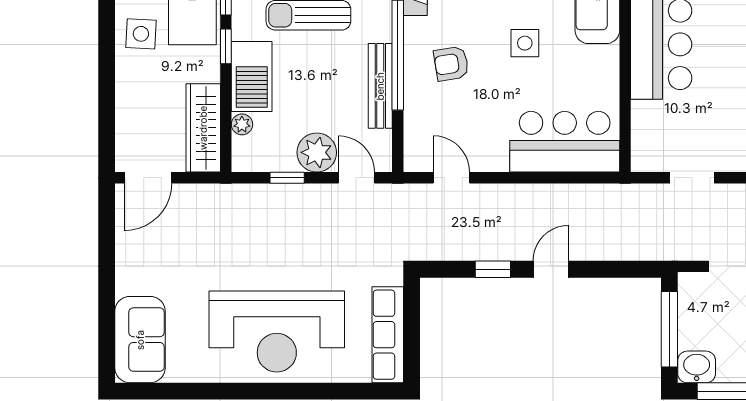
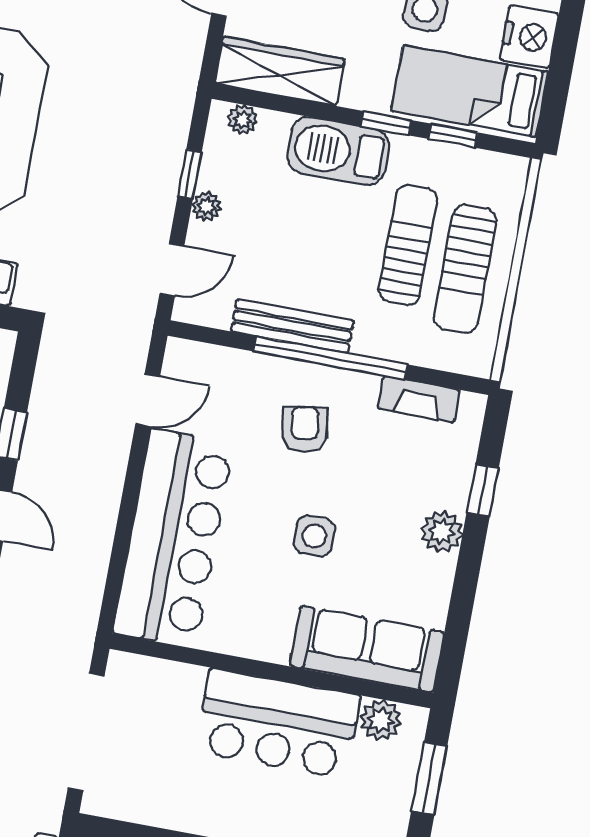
plant: (242, 124) -> (243, 120), moved
bar counter: (565, 142) -> (173, 538), width x1.36
plant: (317, 152) -> (206, 206), width x0.53, depth x0.53
doorway: (692, 178) -> (86, 732), width x1.88

